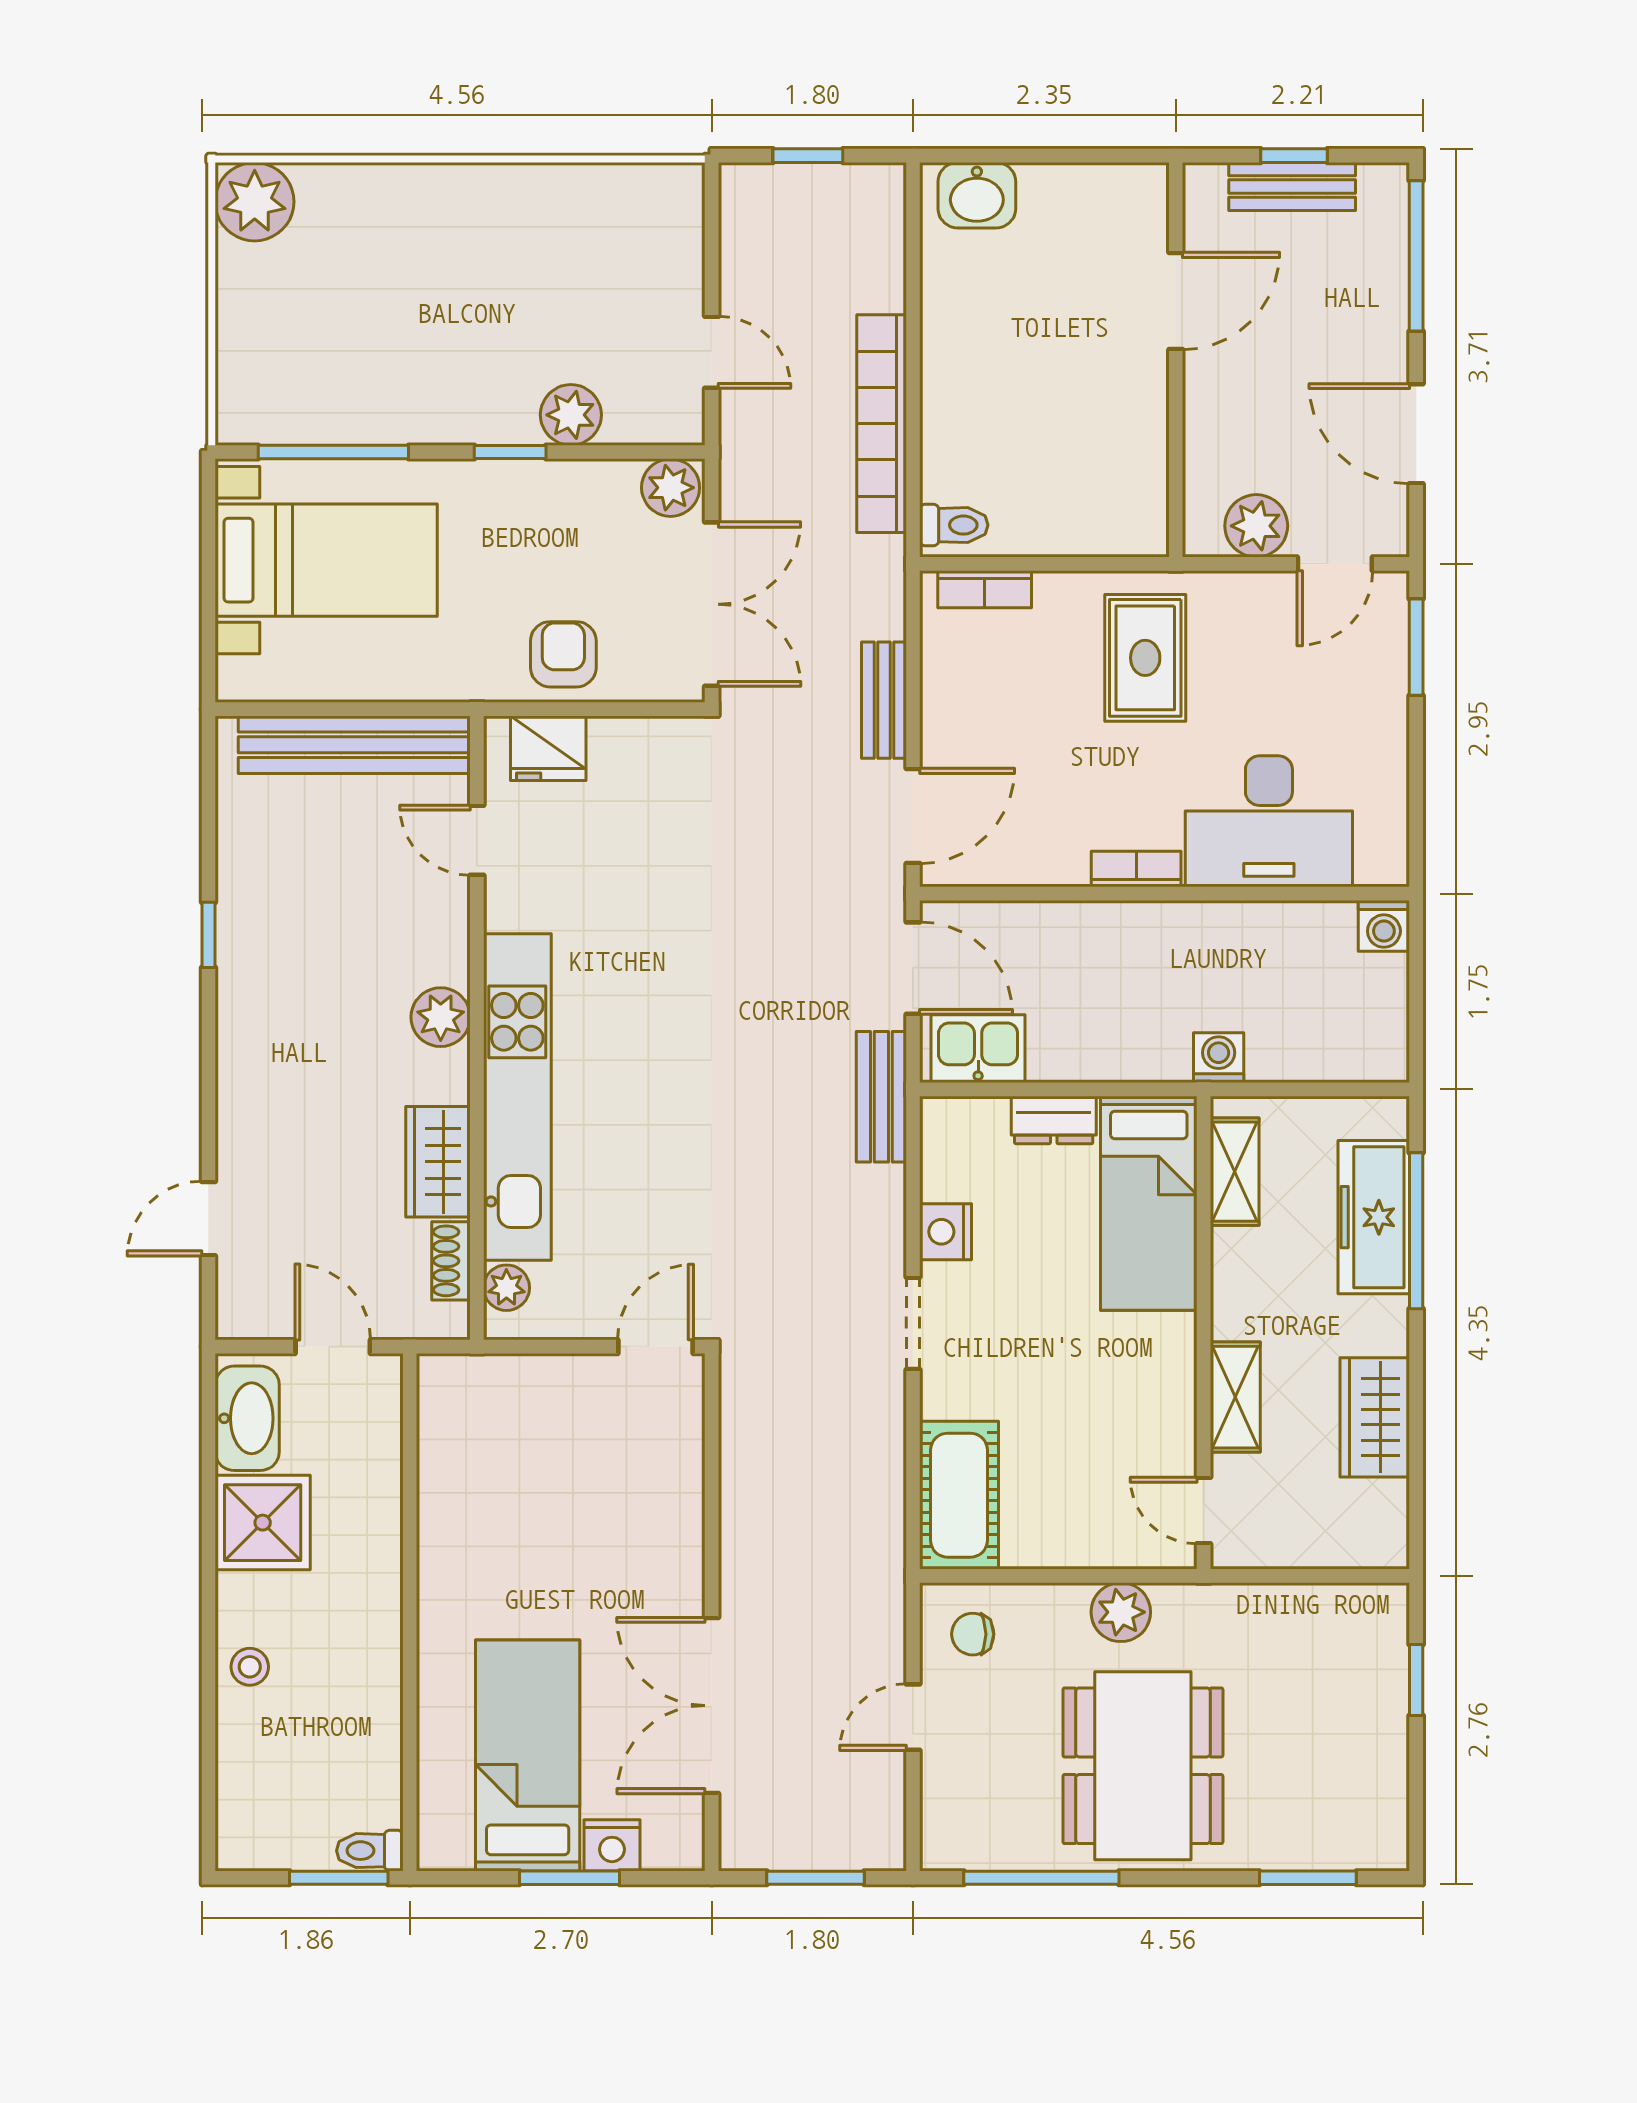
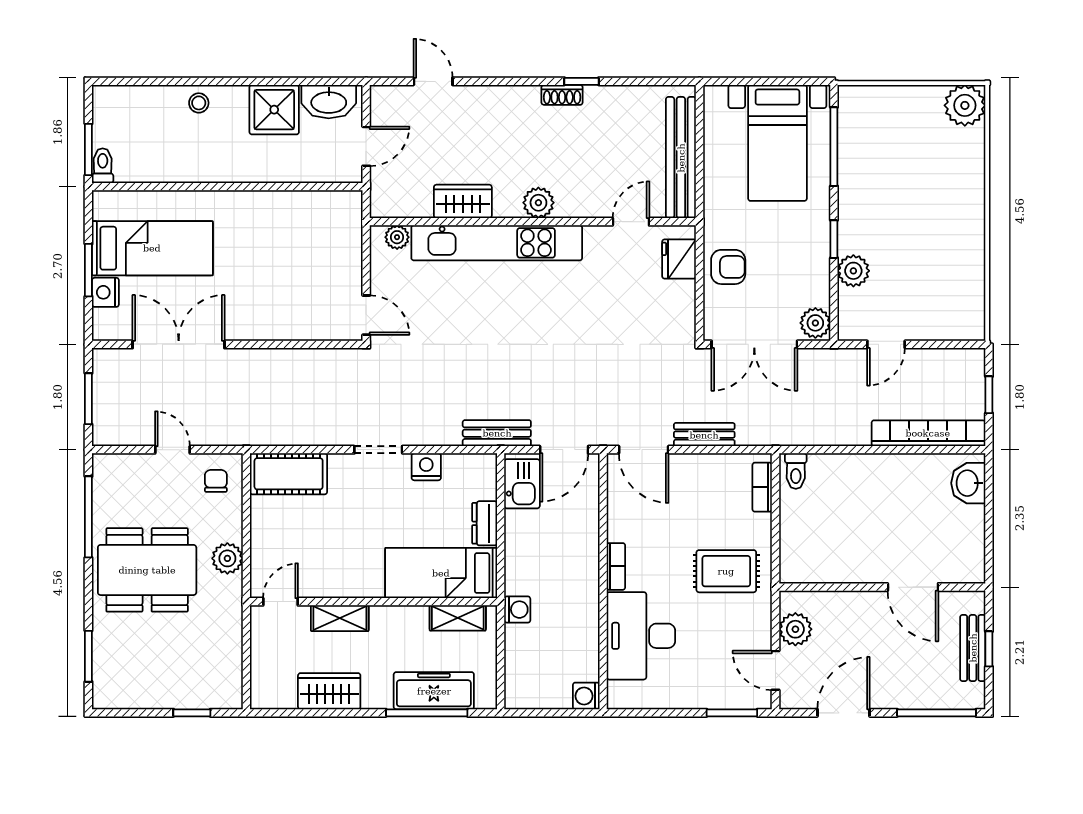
bookcase: (882, 424) -> (928, 433), moved
shoe rack: (451, 1261) -> (562, 95), moved, turned 180

